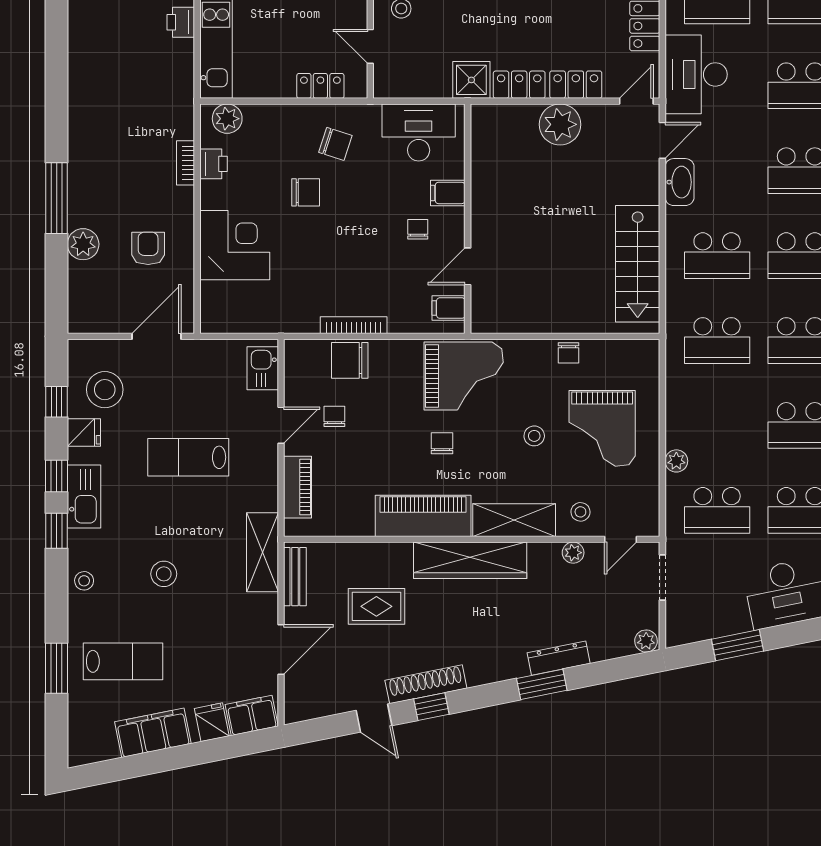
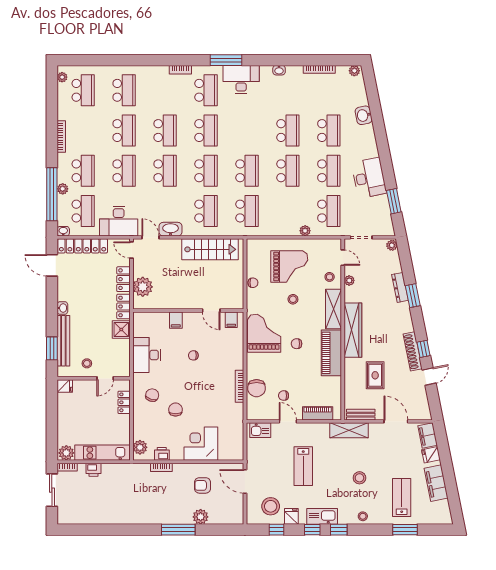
filing cabinet: (448, 193) -> (176, 320), moved
wall: (468, 219) -> (188, 310), moved
door: (468, 266) -> (211, 310), moved
filing cabinet: (449, 308) -> (231, 320), moved

